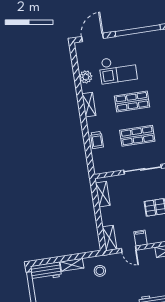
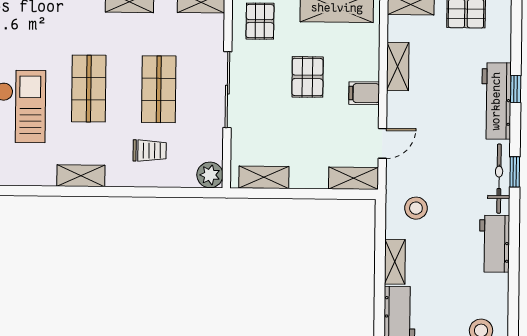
plant: (86, 77) -> (210, 175), moved
trolley: (97, 140) -> (150, 151), moved
filing cabinet: (140, 238) -> (364, 93), moved

